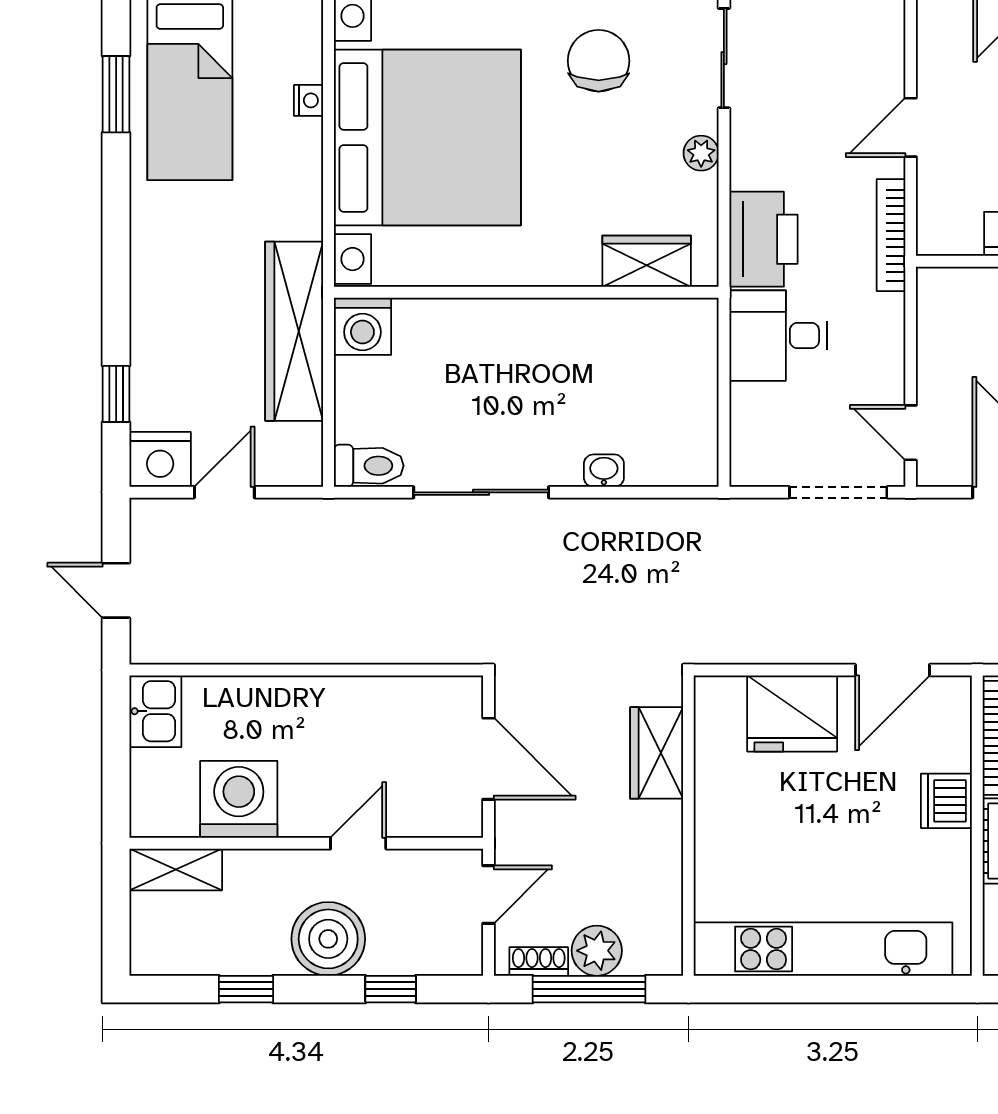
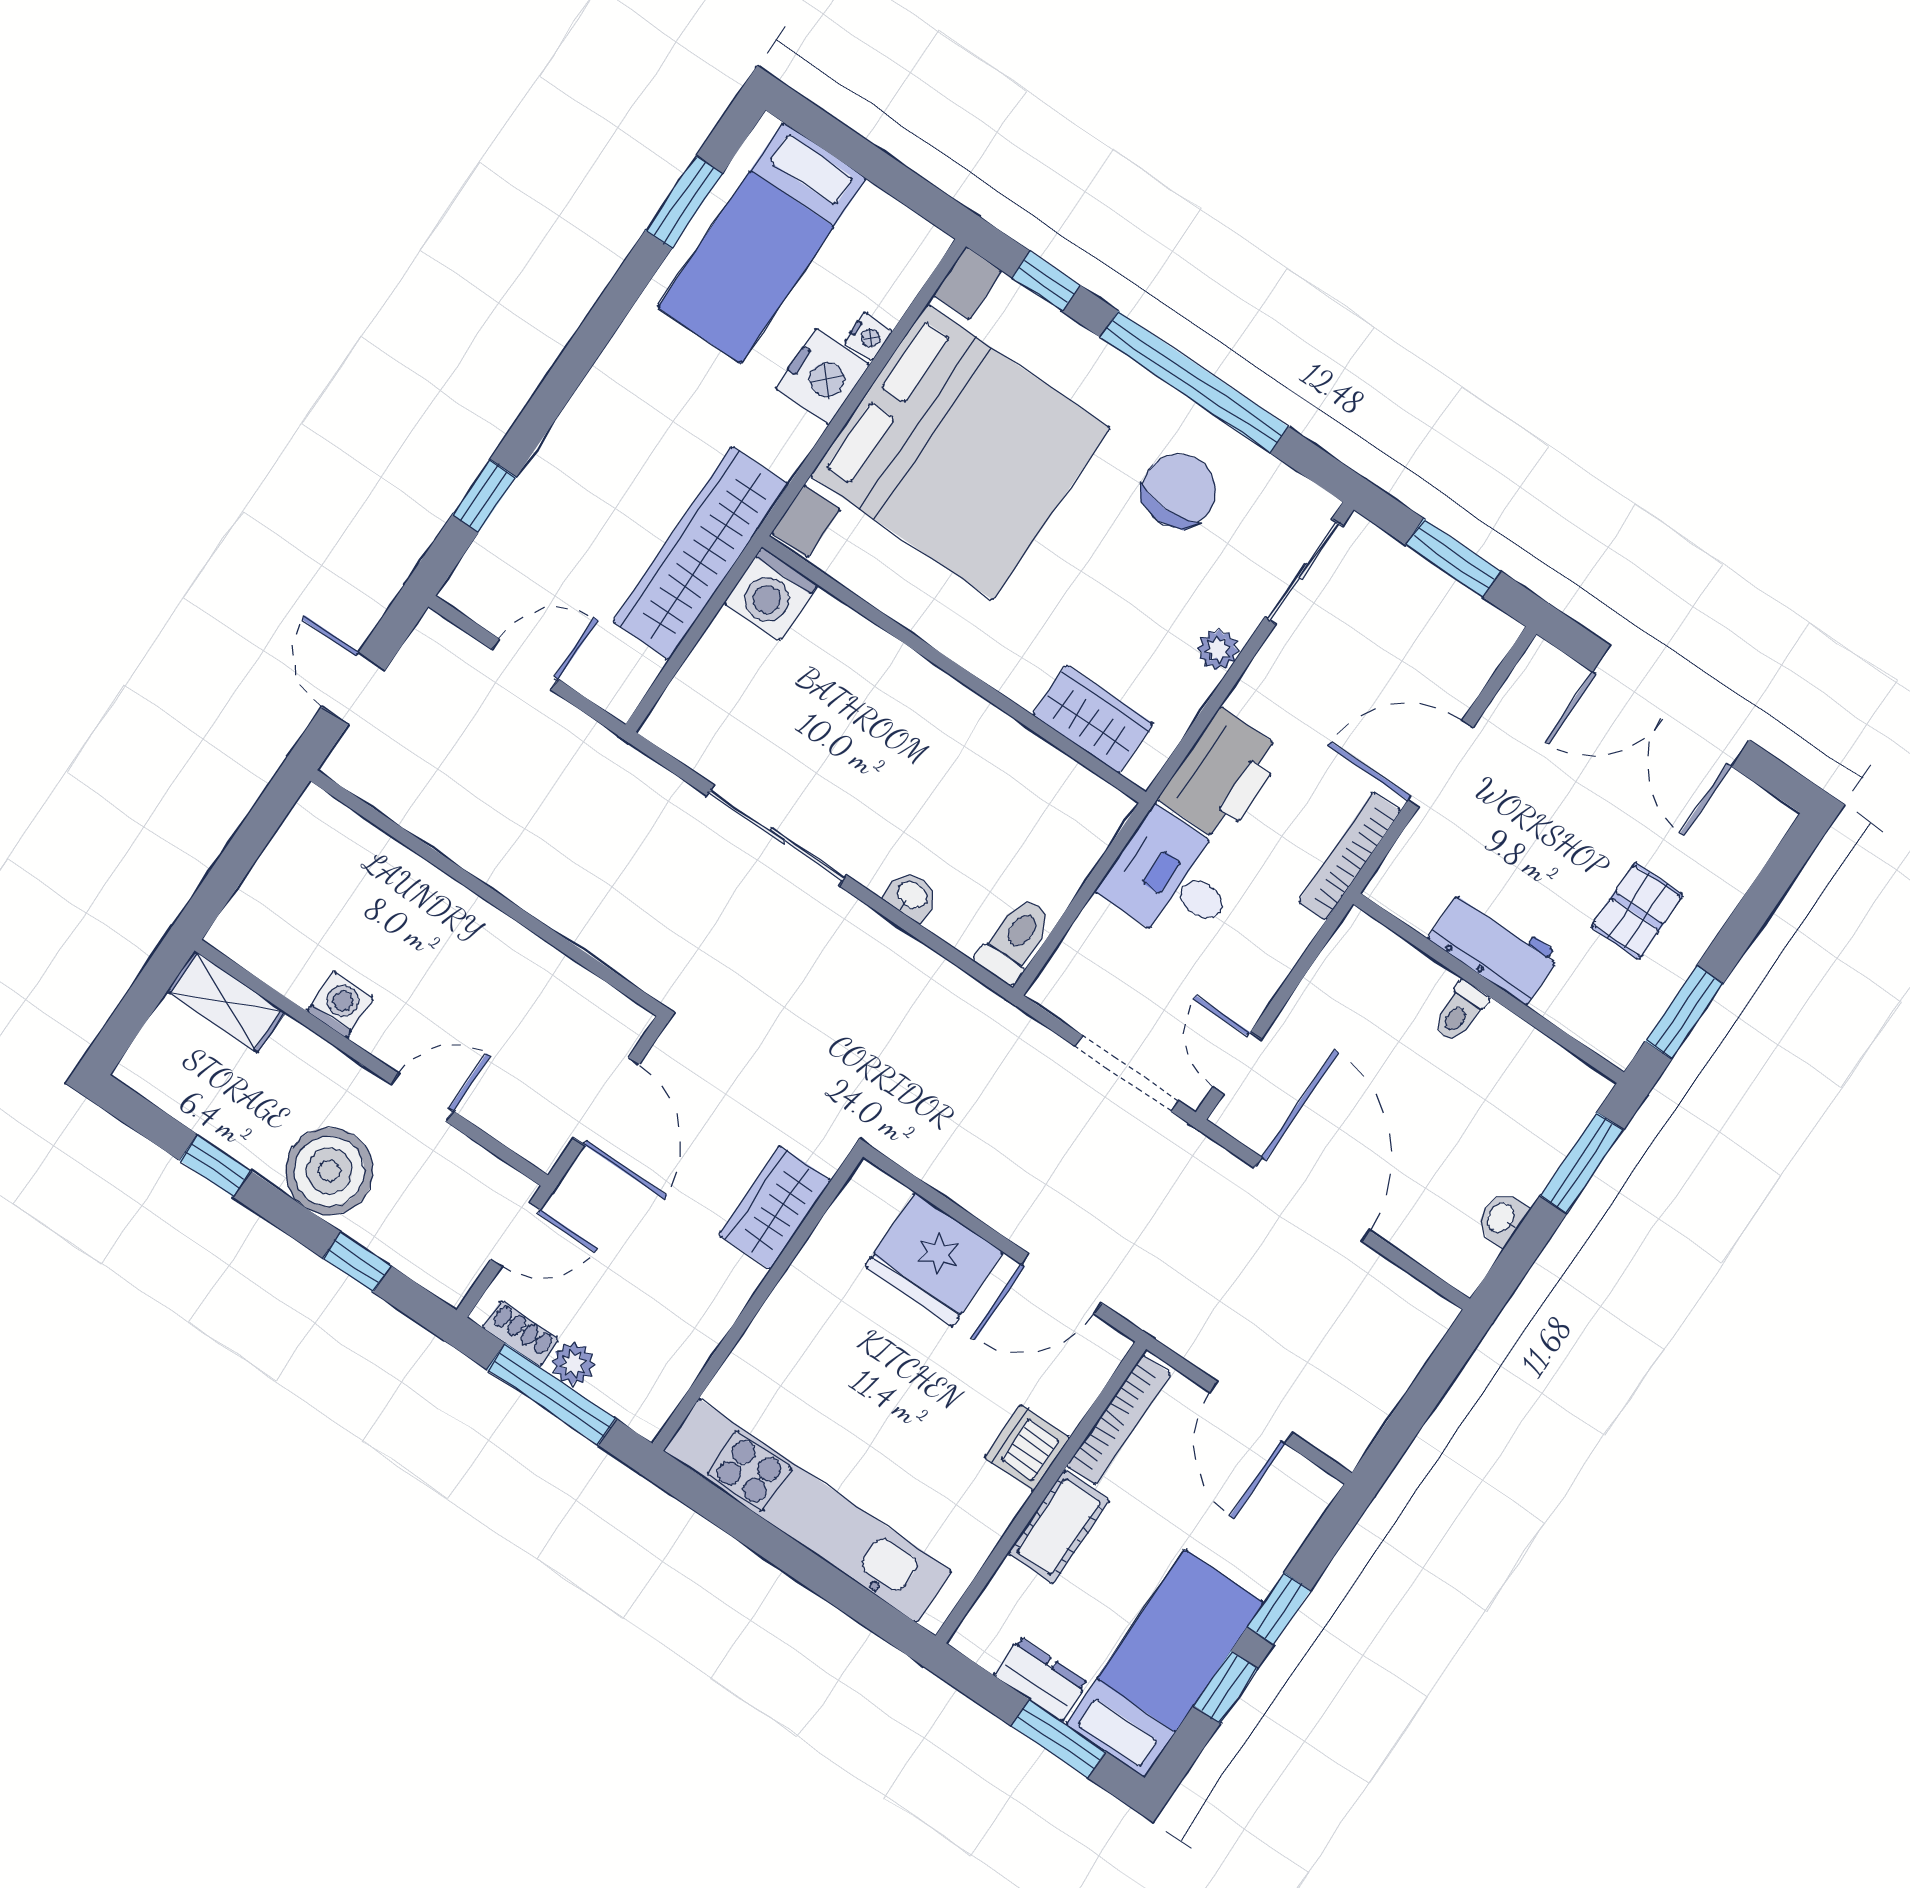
door: (911, 127) -> (1440, 764), width x1.38
nightstand: (160, 459) -> (823, 377), moved, turned -90
toilet: (369, 466) -> (1015, 940), moved, turned -90
kitchen sink: (155, 711) -> (311, 833), removed
washing machine: (239, 799) -> (340, 1005), width x0.53, depth x0.53
plant: (597, 951) -> (573, 1364), width x0.73, depth x0.73

